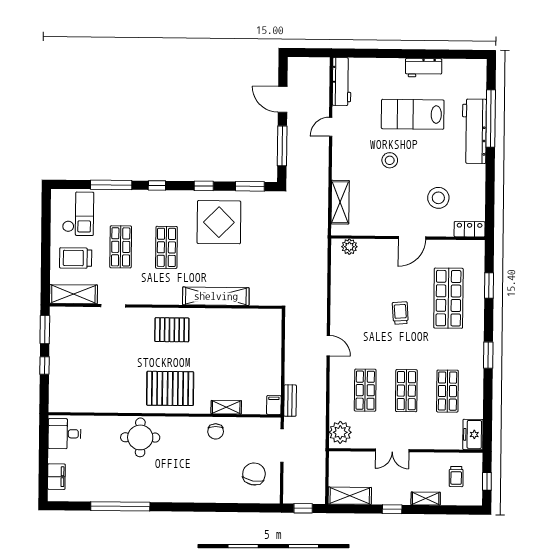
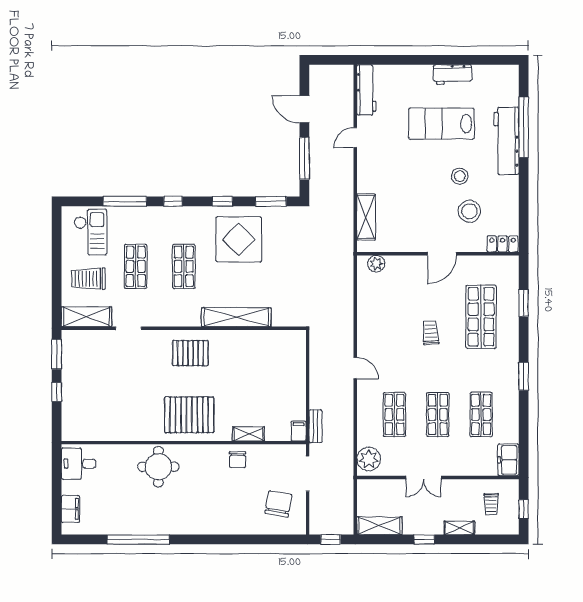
stool: (390, 160) -> (460, 176), moved

